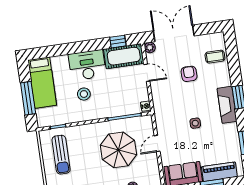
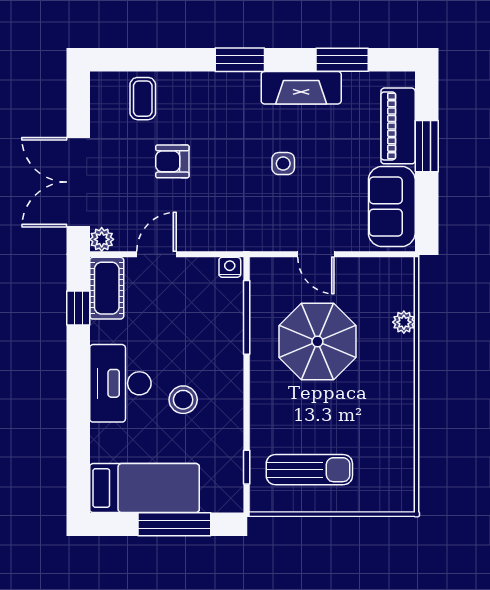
cot: (124, 56) -> (107, 288), width x0.73, depth x0.75
fireplace: (227, 105) -> (301, 88), moved

